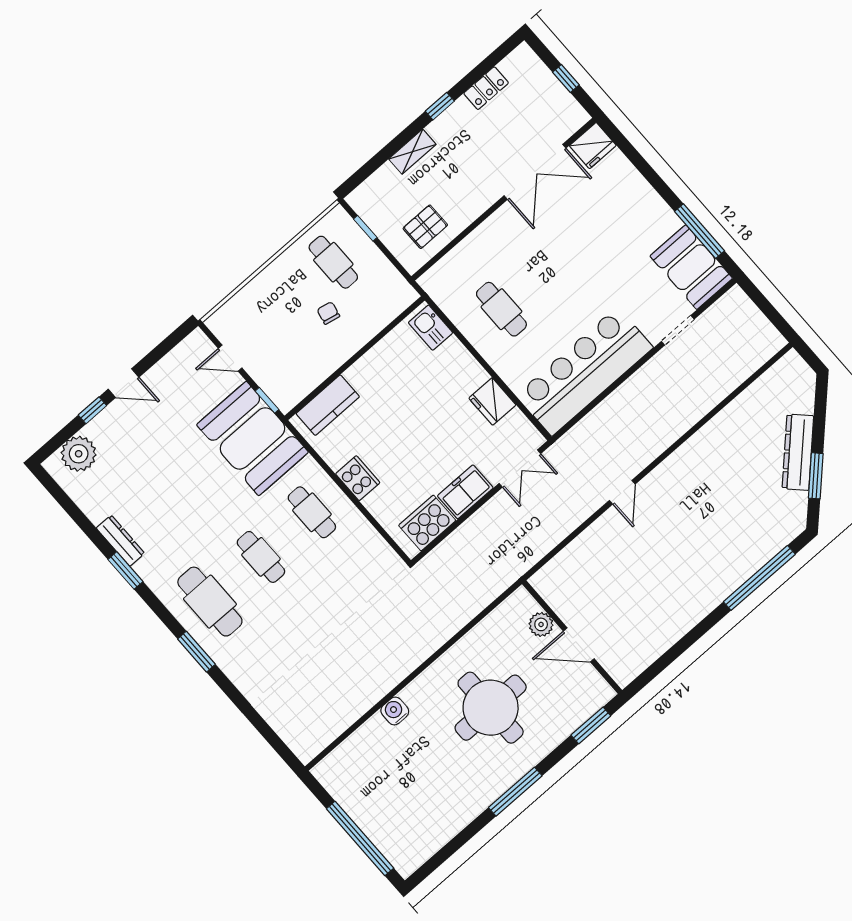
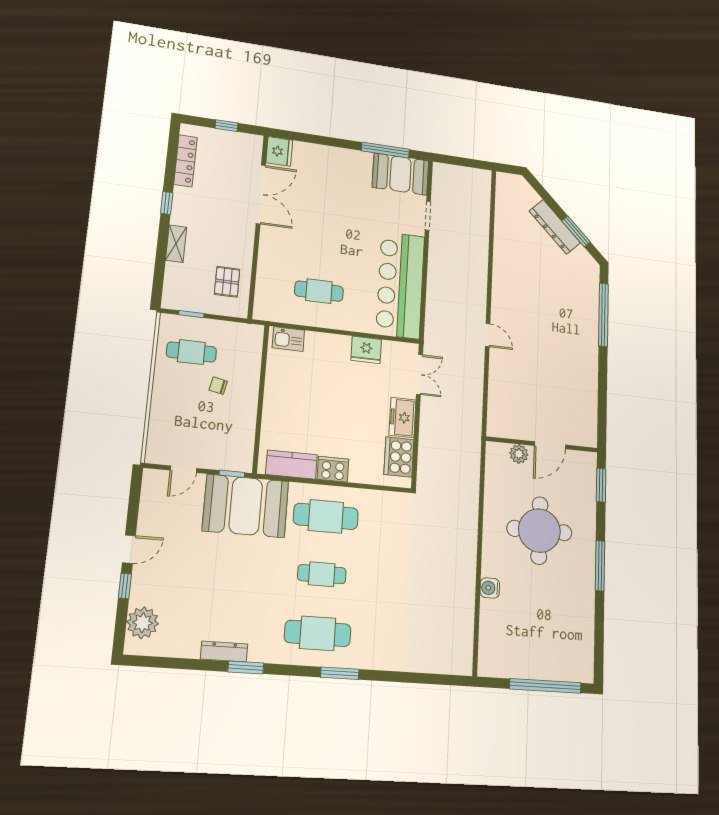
locker: (486, 88) -> (185, 161), width x1.53
kitchen counter: (328, 405) -> (292, 465), moved, turned -90
cafe table: (312, 512) -> (326, 516), width x1.37, depth x1.35

